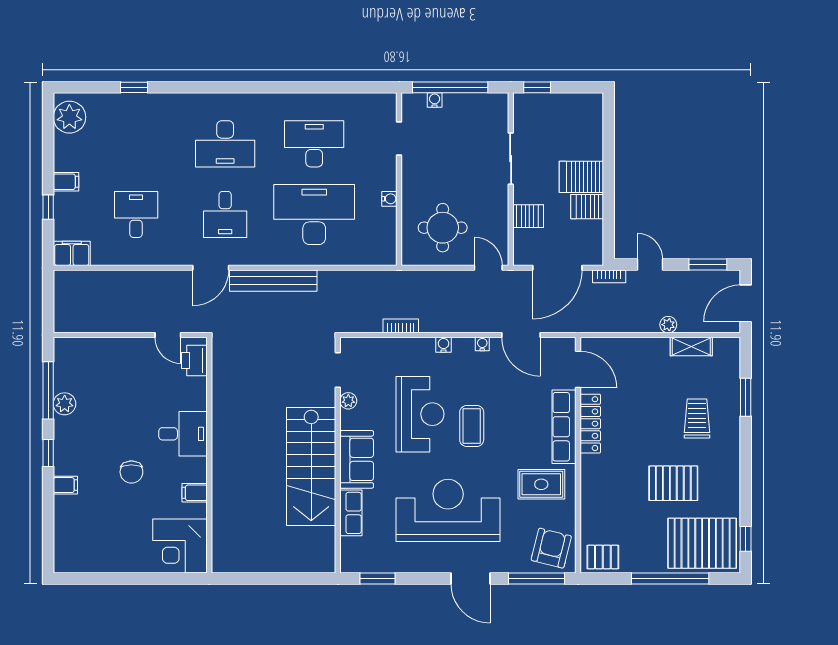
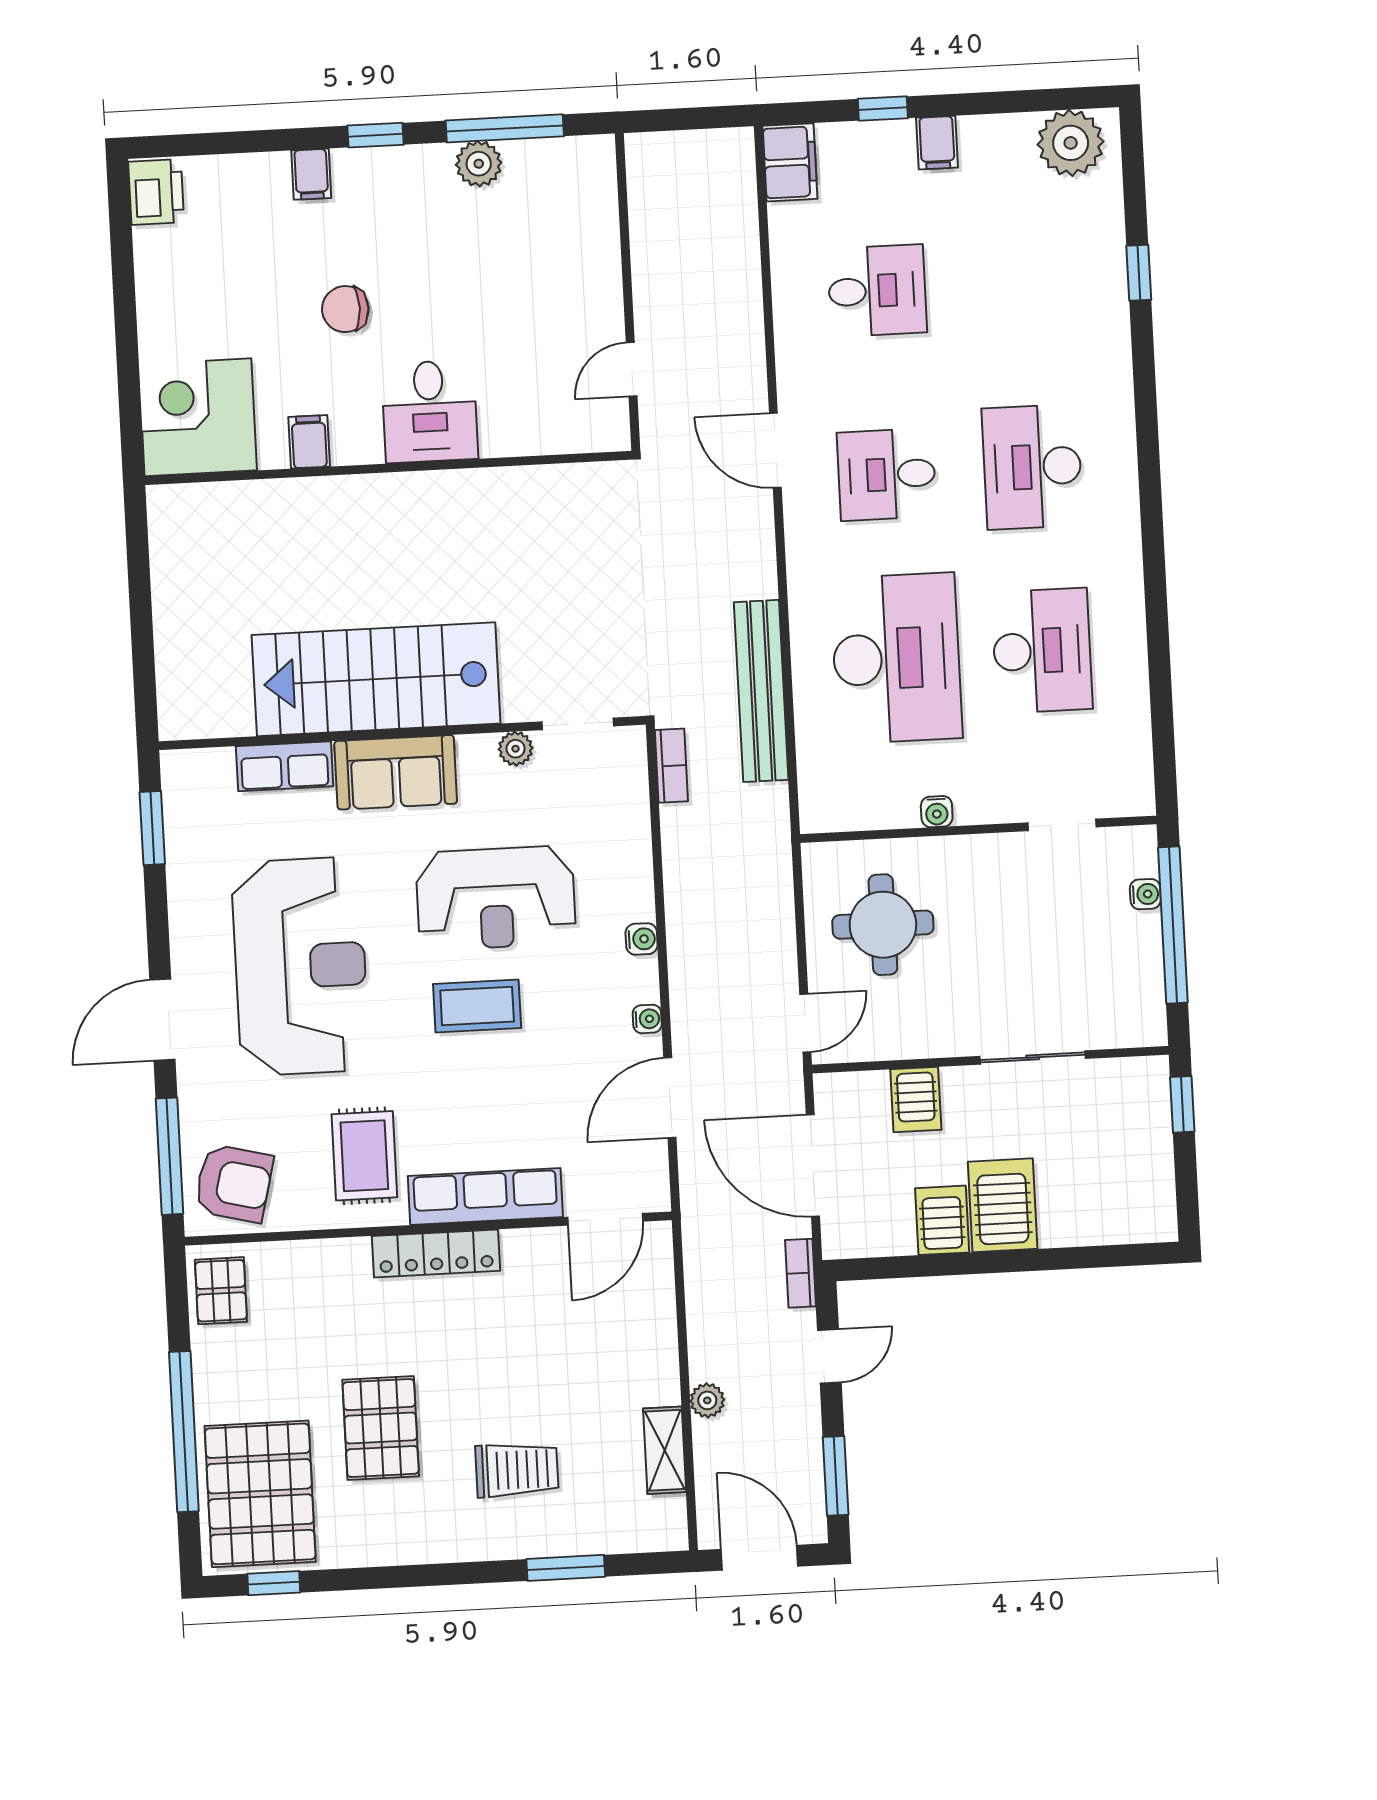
bench: (273, 281) -> (761, 691), moved
bookcase: (401, 326) -> (671, 766), moved
printer: (194, 360) -> (156, 192), moved, turned 90
locker: (590, 424) -> (436, 1253), moved

